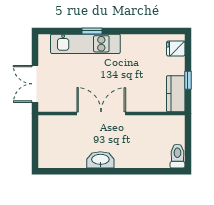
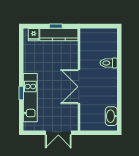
kitchen counter: (176, 94) -> (59, 35), width x1.50
toilet: (177, 156) -> (109, 63), moved
washbasin: (100, 160) -> (111, 116), moved

